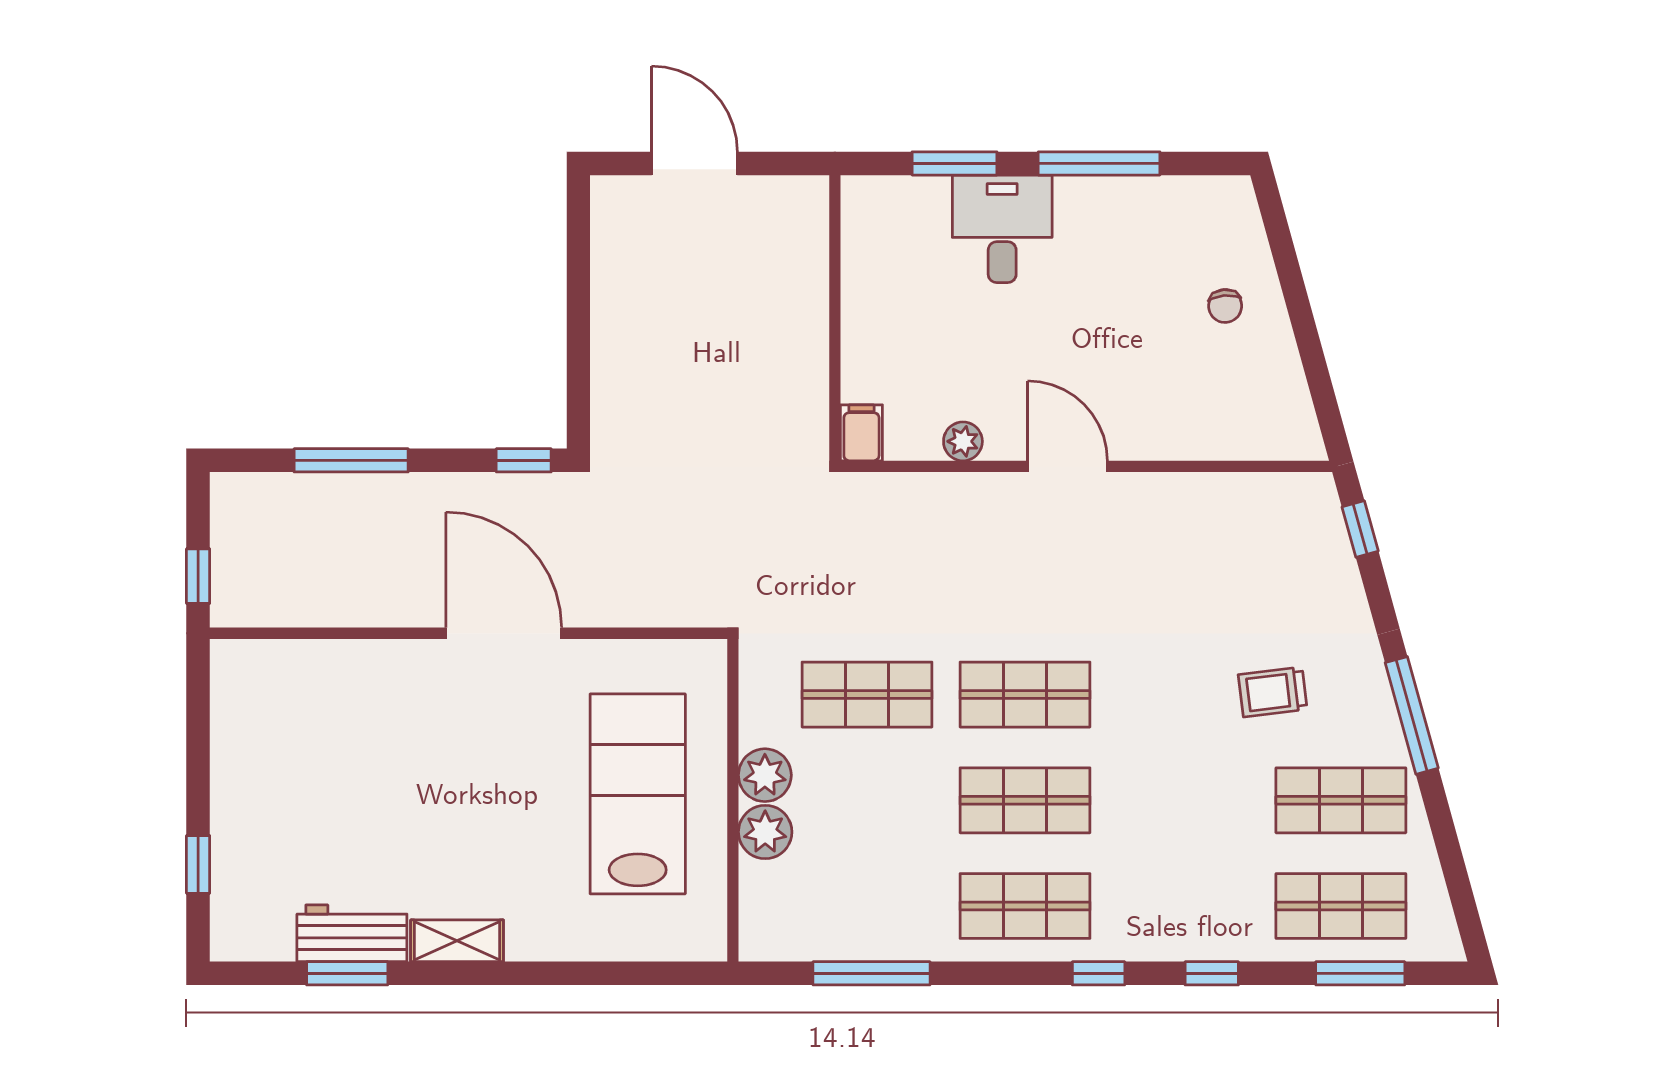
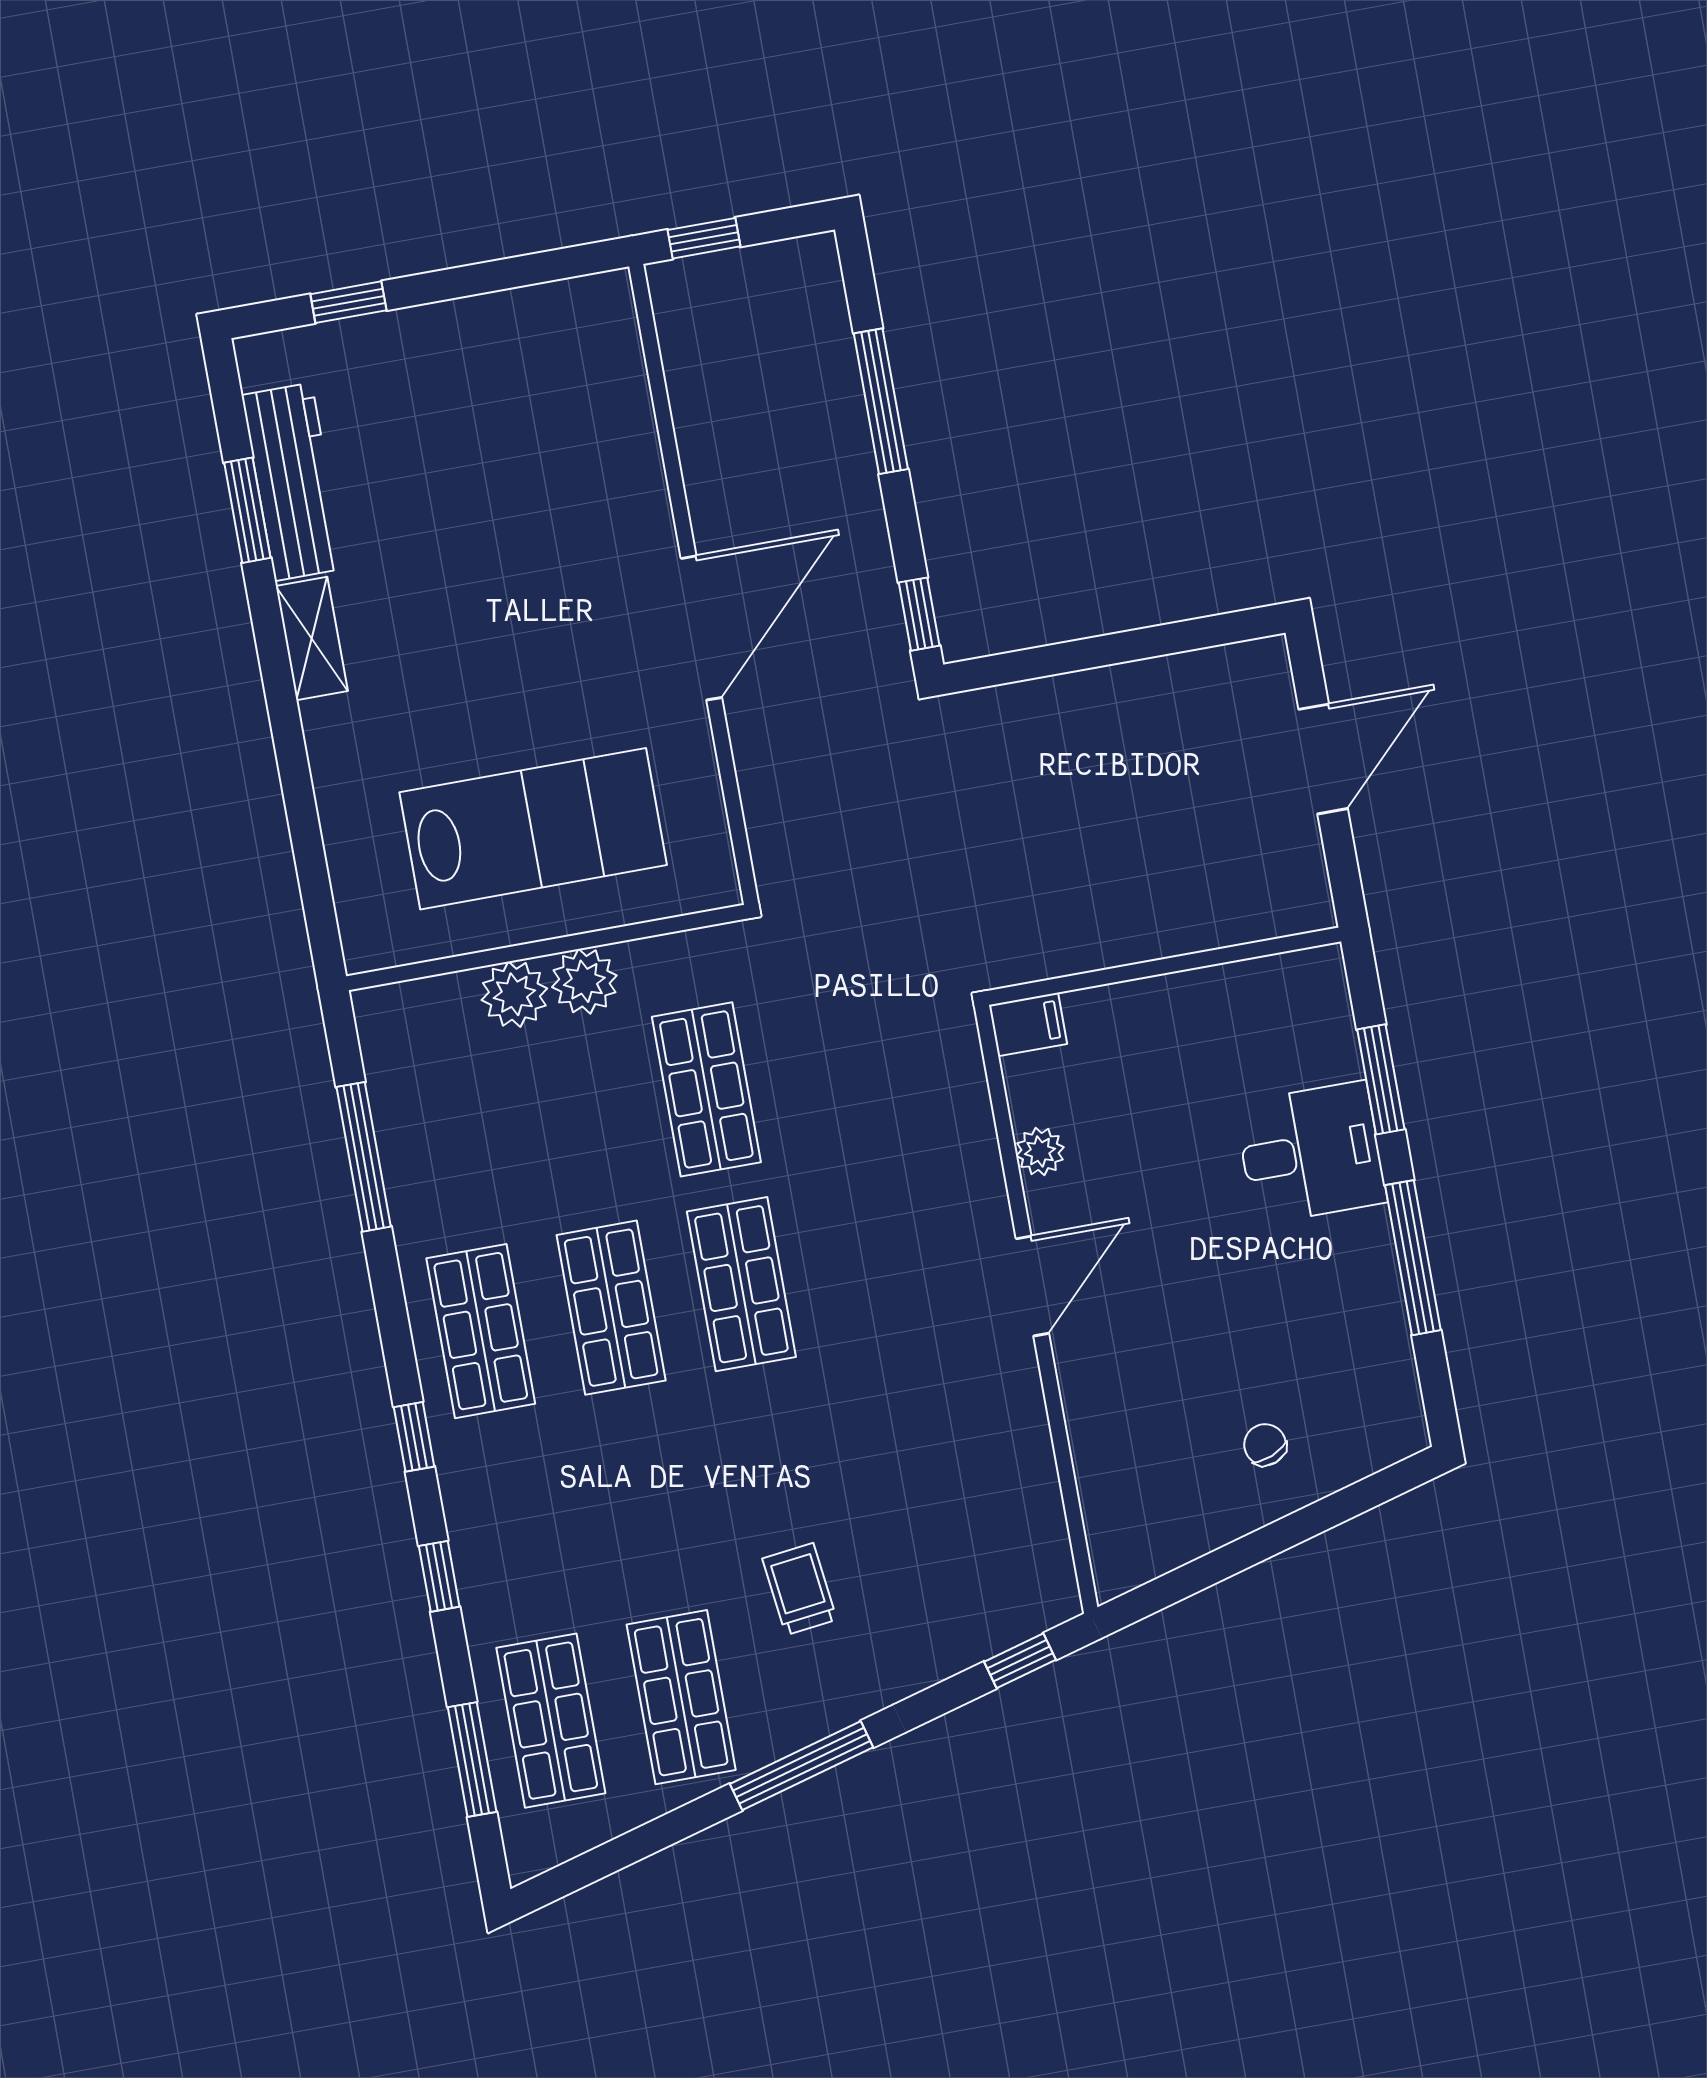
chair: (1225, 306) -> (1265, 1445), turned 73
workbench: (352, 933) -> (293, 482), width x1.37

